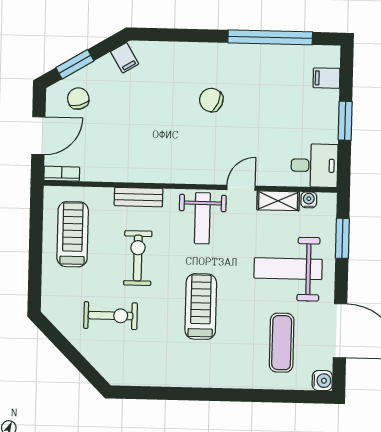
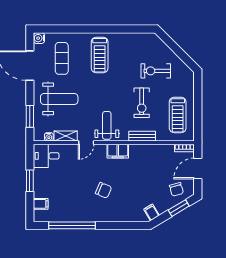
filing cabinet: (184, 171) -> (118, 151), added
treadmill: (201, 307) -> (100, 55), moved

